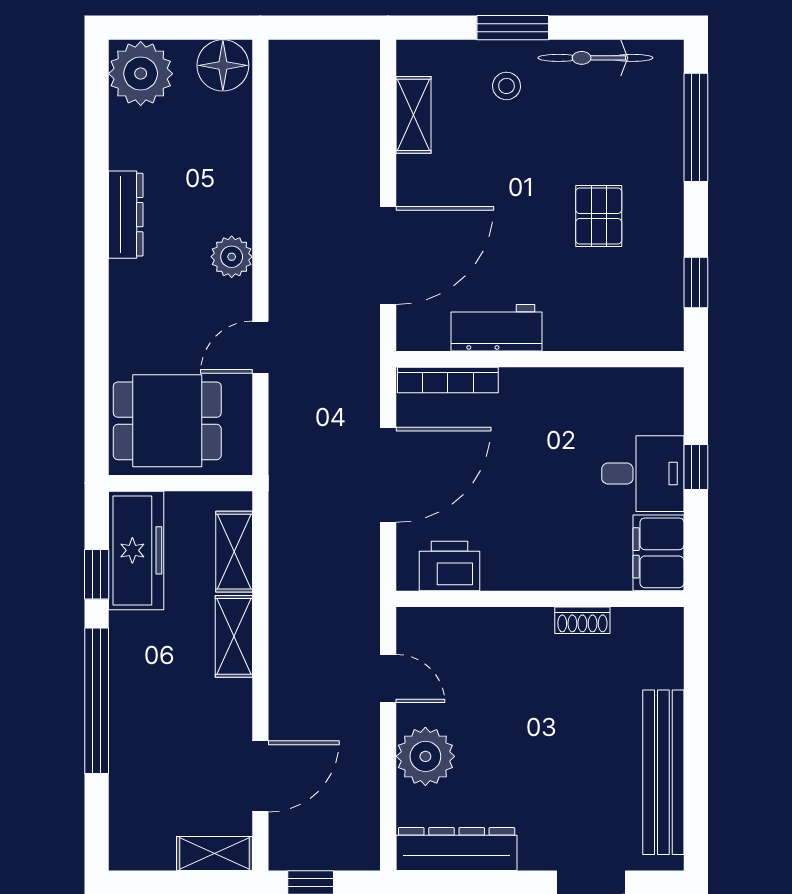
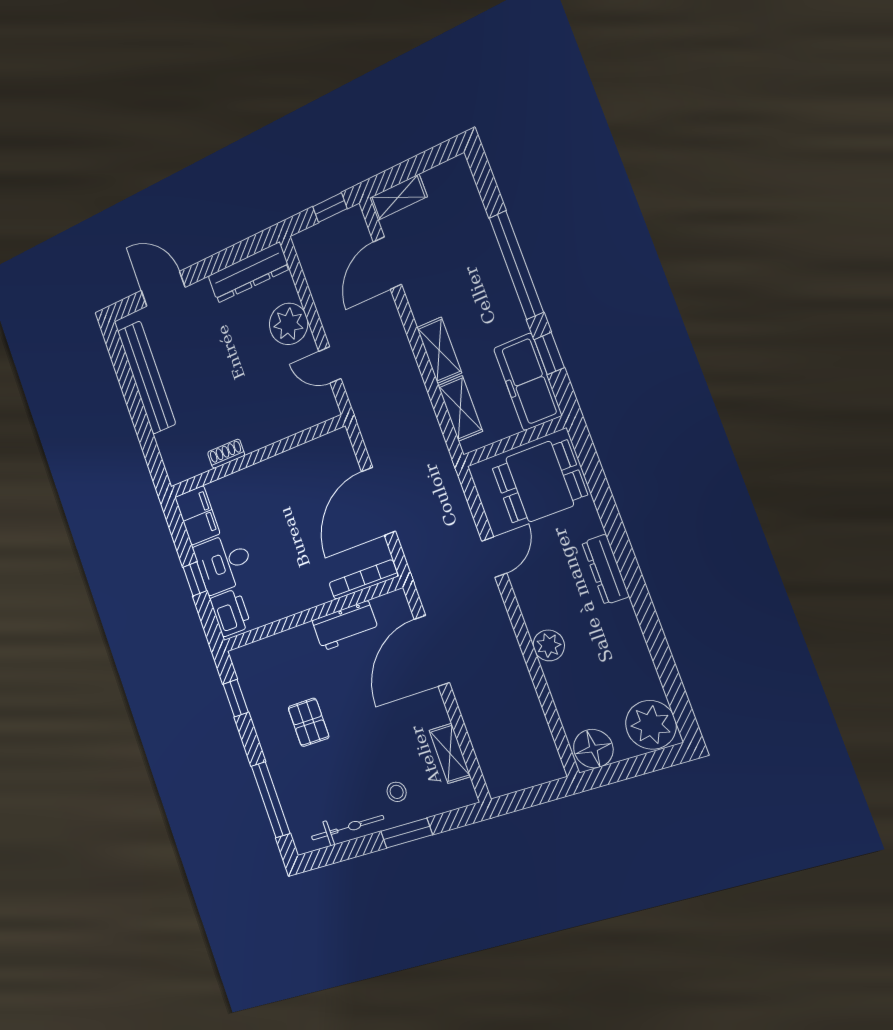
dresser: (126, 215) -> (606, 569), moved
plant: (232, 257) -> (549, 645), moved
printer: (450, 566) -> (230, 613), moved, turned -90

